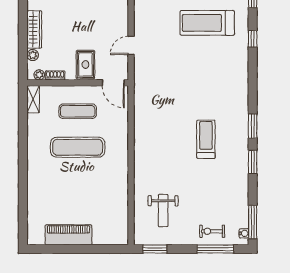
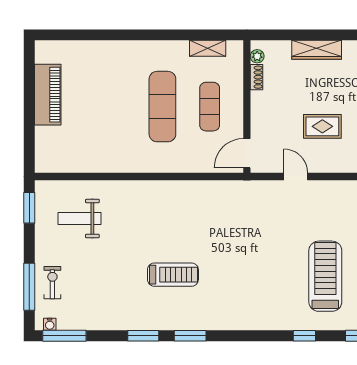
plant: (33, 55) -> (283, 48), removed
rug: (85, 64) -> (322, 126), moved
shelving: (33, 99) -> (208, 48), moved

